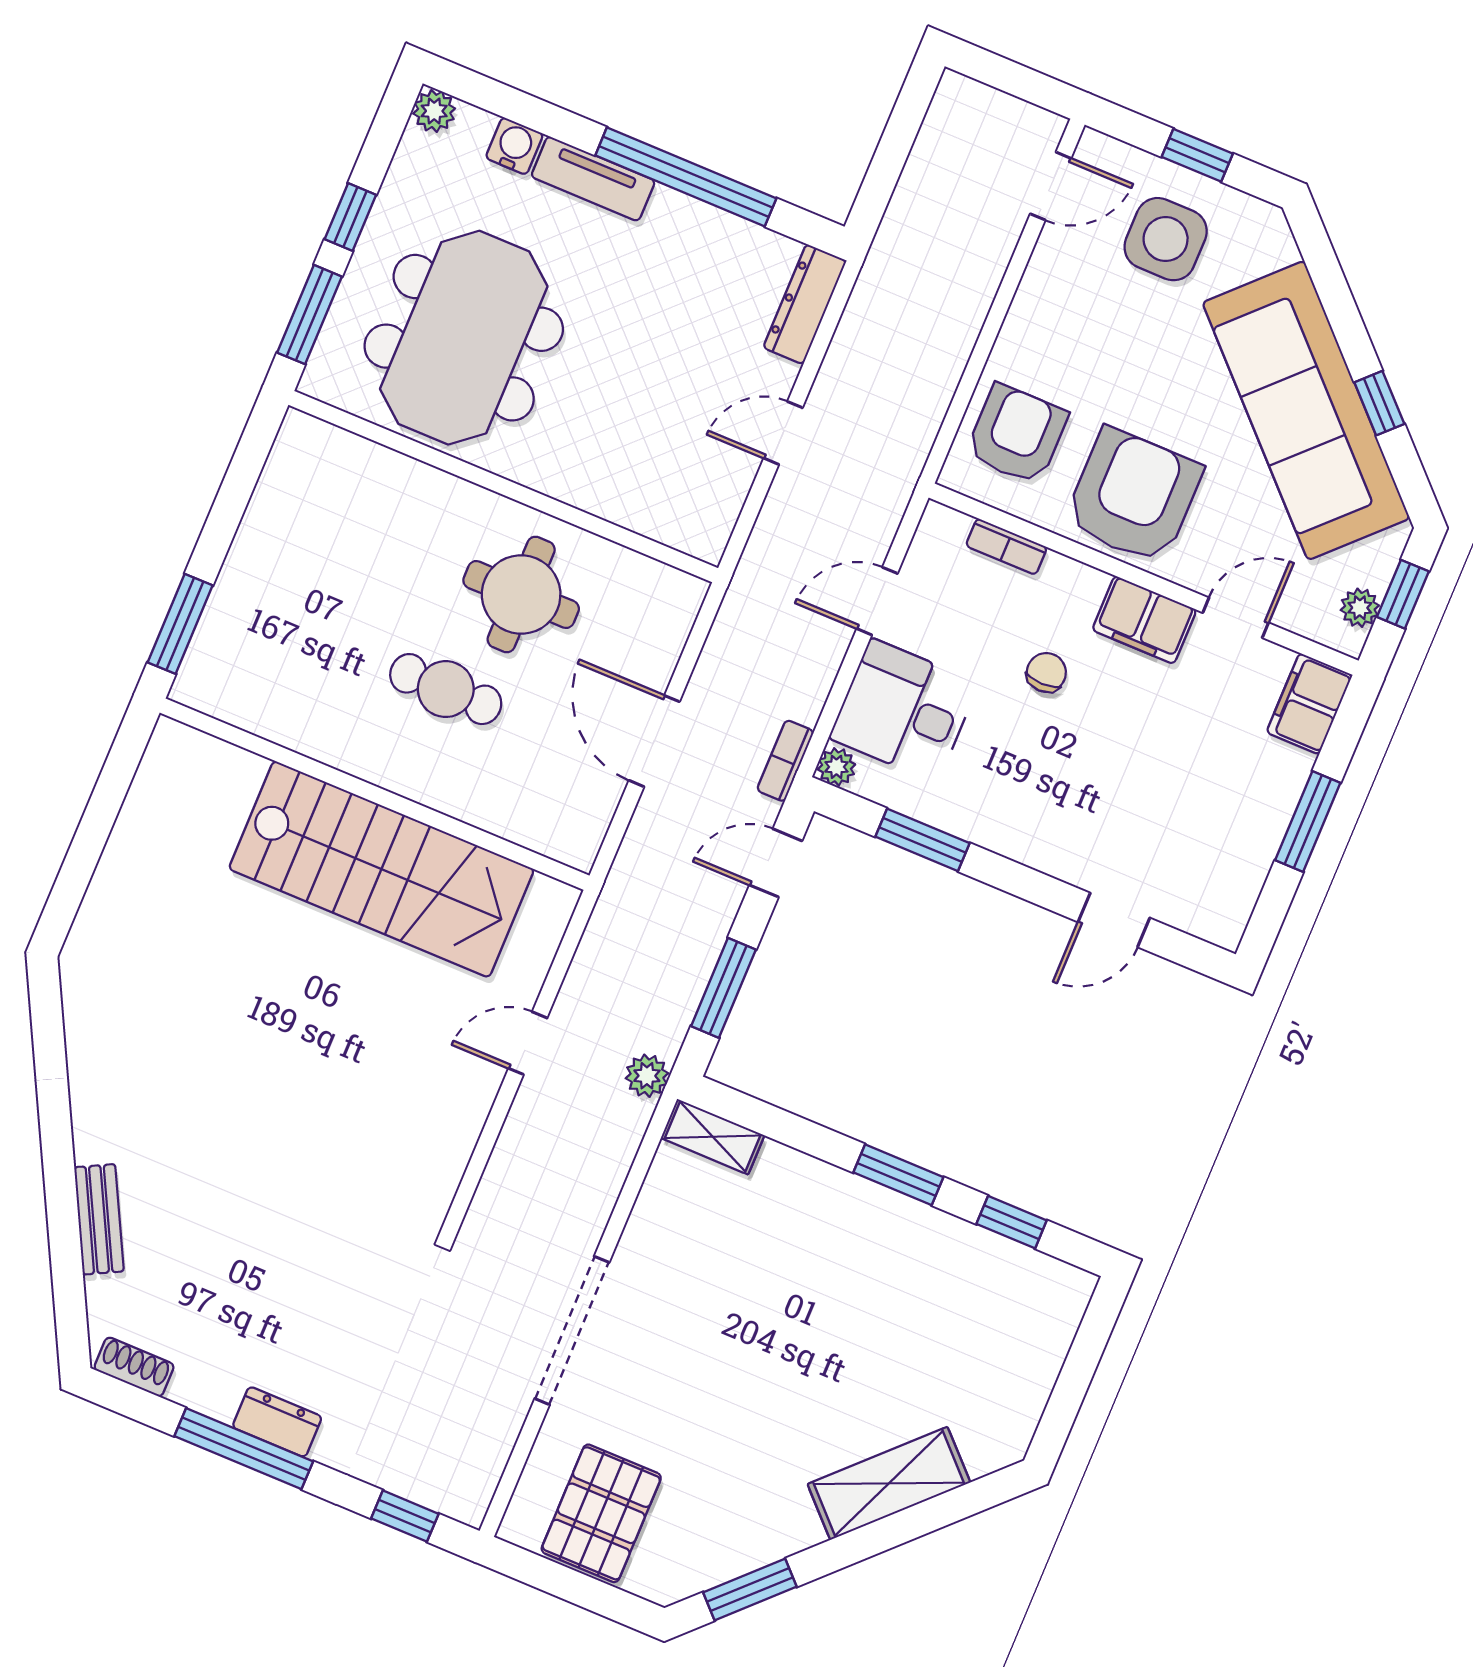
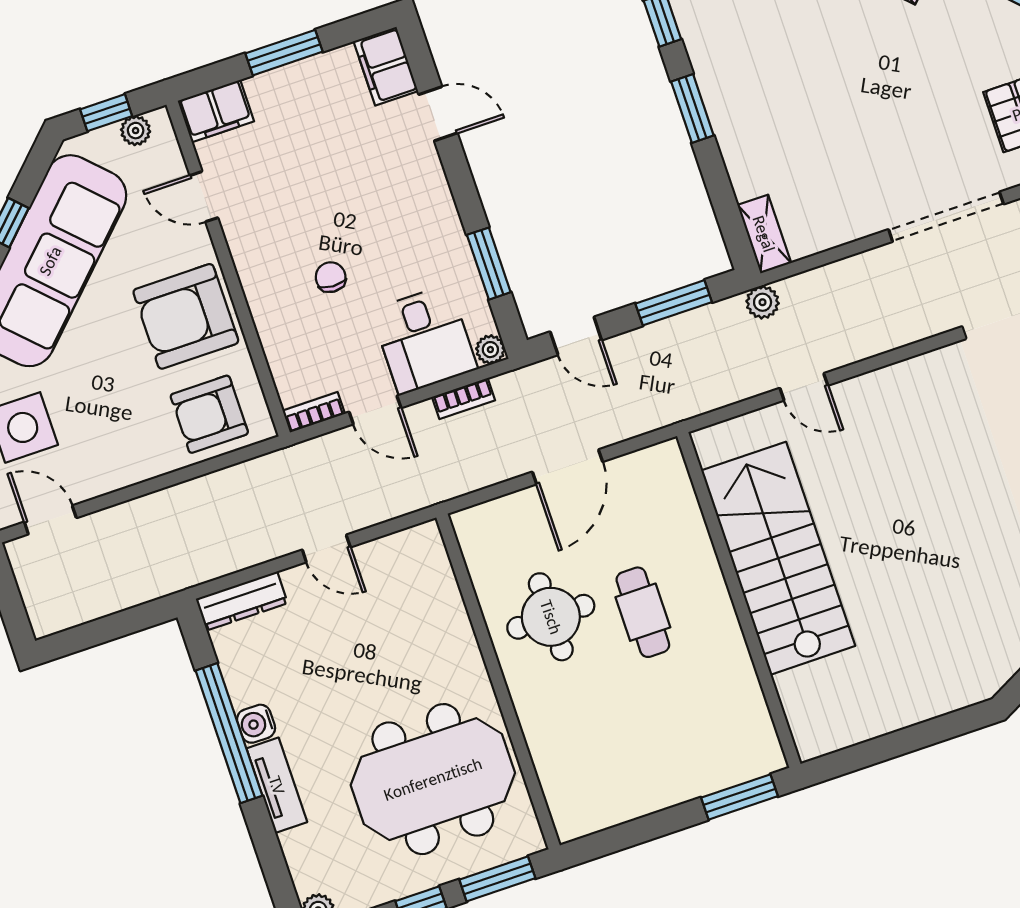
water cooler: (514, 146) -> (256, 724), moved
bookcase: (1006, 547) -> (314, 412), moved, turned -90
filing cabinet: (1144, 620) -> (386, 66), moved, turned 180
chair: (1046, 672) -> (331, 277), turned 93
bookcase: (785, 761) -> (464, 399), moved

